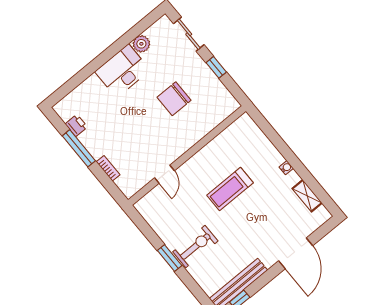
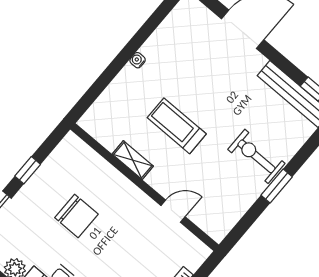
treadmill: (230, 189) -> (177, 126), turned 180
shelving: (307, 196) -> (133, 160), moved, turned 90

